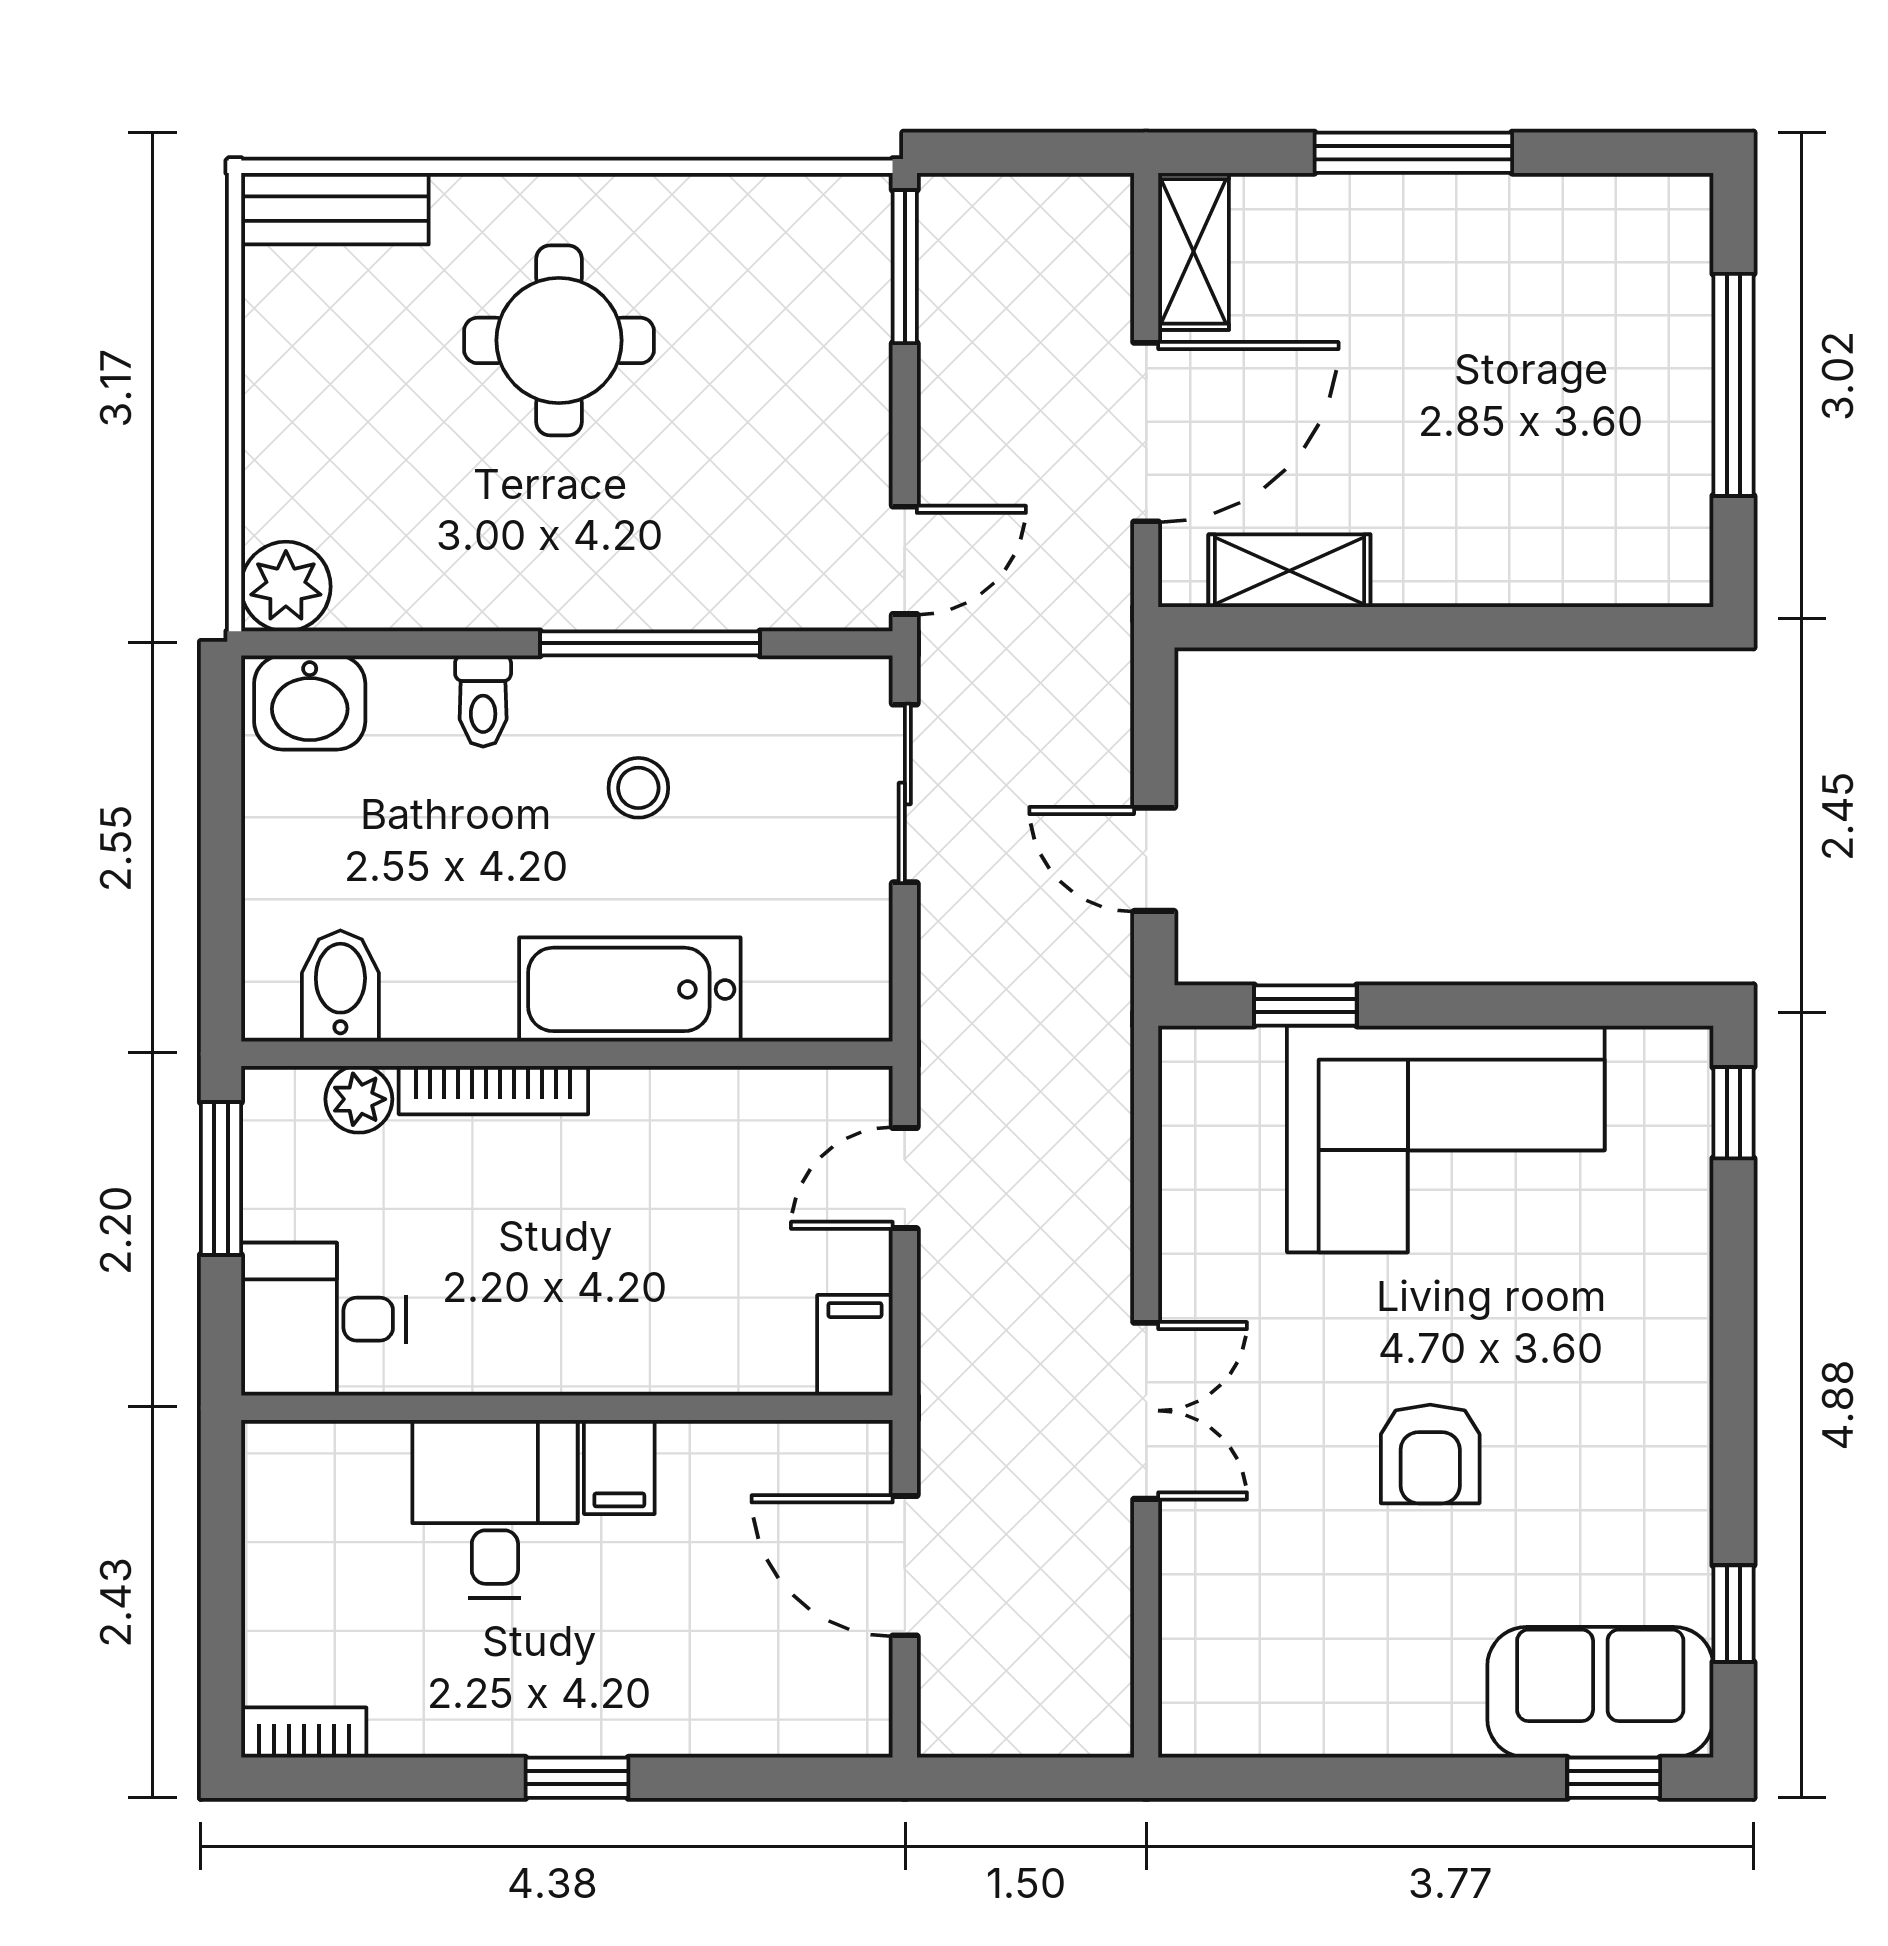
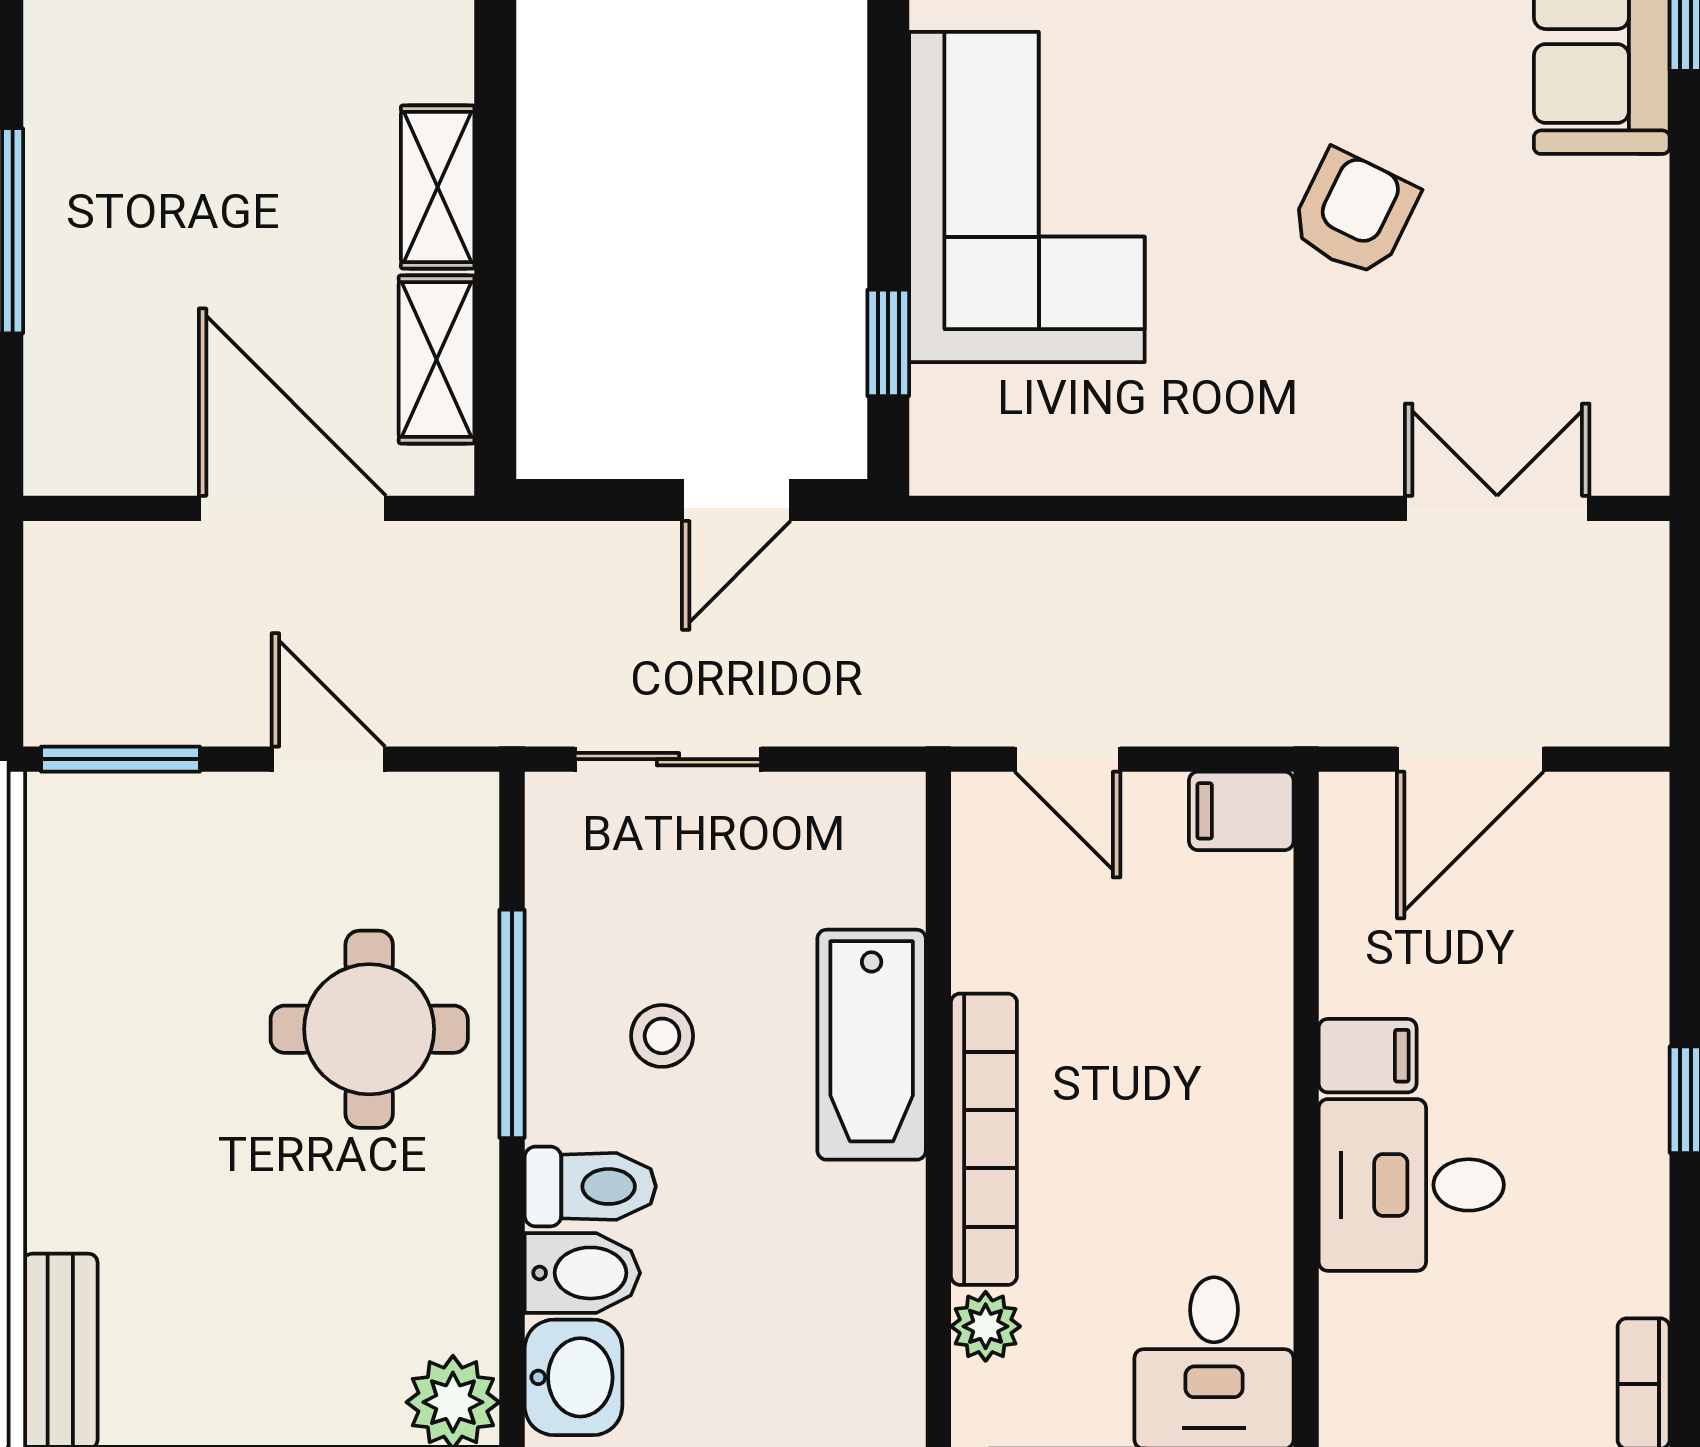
shelving: (1194, 251) -> (438, 187), moved, turned 90
round table: (559, 340) -> (369, 1029), moved
door: (905, 560) -> (328, 759), moved
toilet: (483, 701) -> (590, 1186), width x1.37, depth x1.39
bidet: (340, 986) -> (582, 1273), moved, turned 180
bookcase: (493, 1090) -> (984, 1139), width x1.48, depth x1.31
double door: (1146, 1411) -> (1497, 508), moved
armchair: (1430, 1454) -> (1354, 213), turned -64

